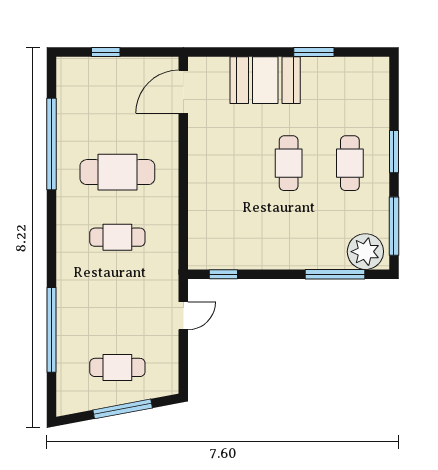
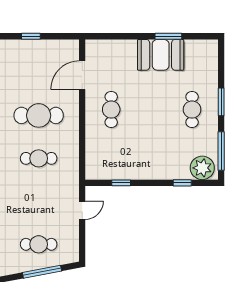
booth: (265, 80) -> (161, 55), moved
door: (183, 92) -> (82, 75), moved
cafe table: (289, 163) -> (111, 110), moved
window: (223, 274) -> (121, 183), moved
window: (335, 274) -> (182, 183), width x0.46

